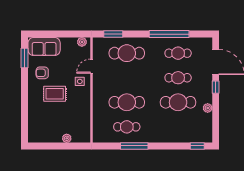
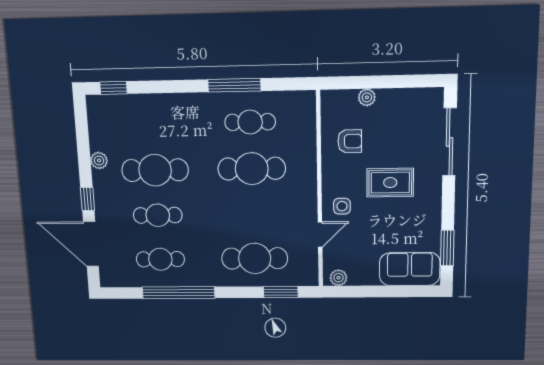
armchair: (42, 73) -> (350, 141), moved
sliding door: (25, 115) -> (450, 142), added

